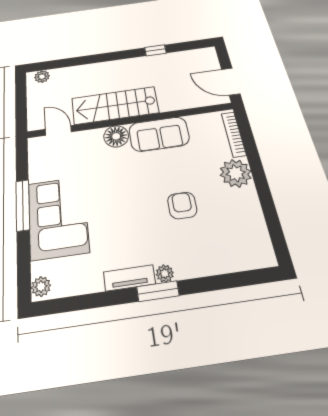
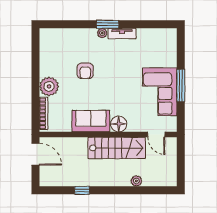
plant: (42, 77) -> (136, 181), moved
corner sofa: (58, 217) -> (160, 92), moved
plant: (41, 287) -> (171, 36), removed

